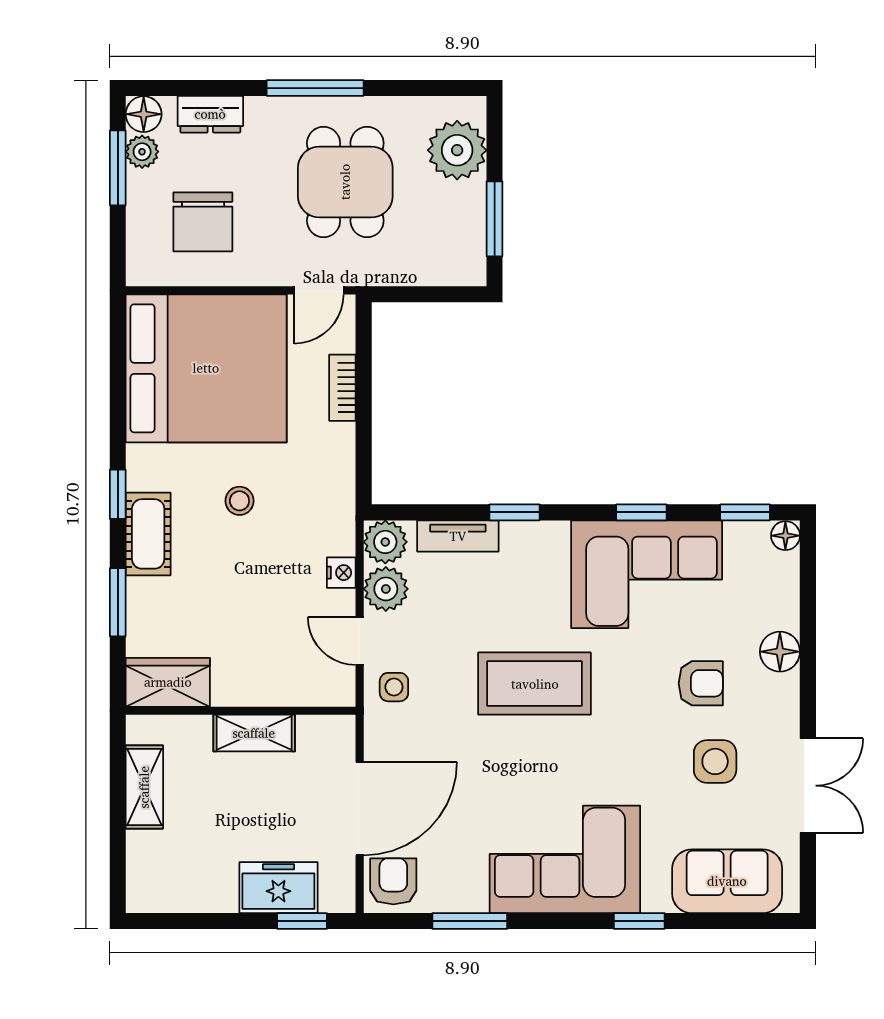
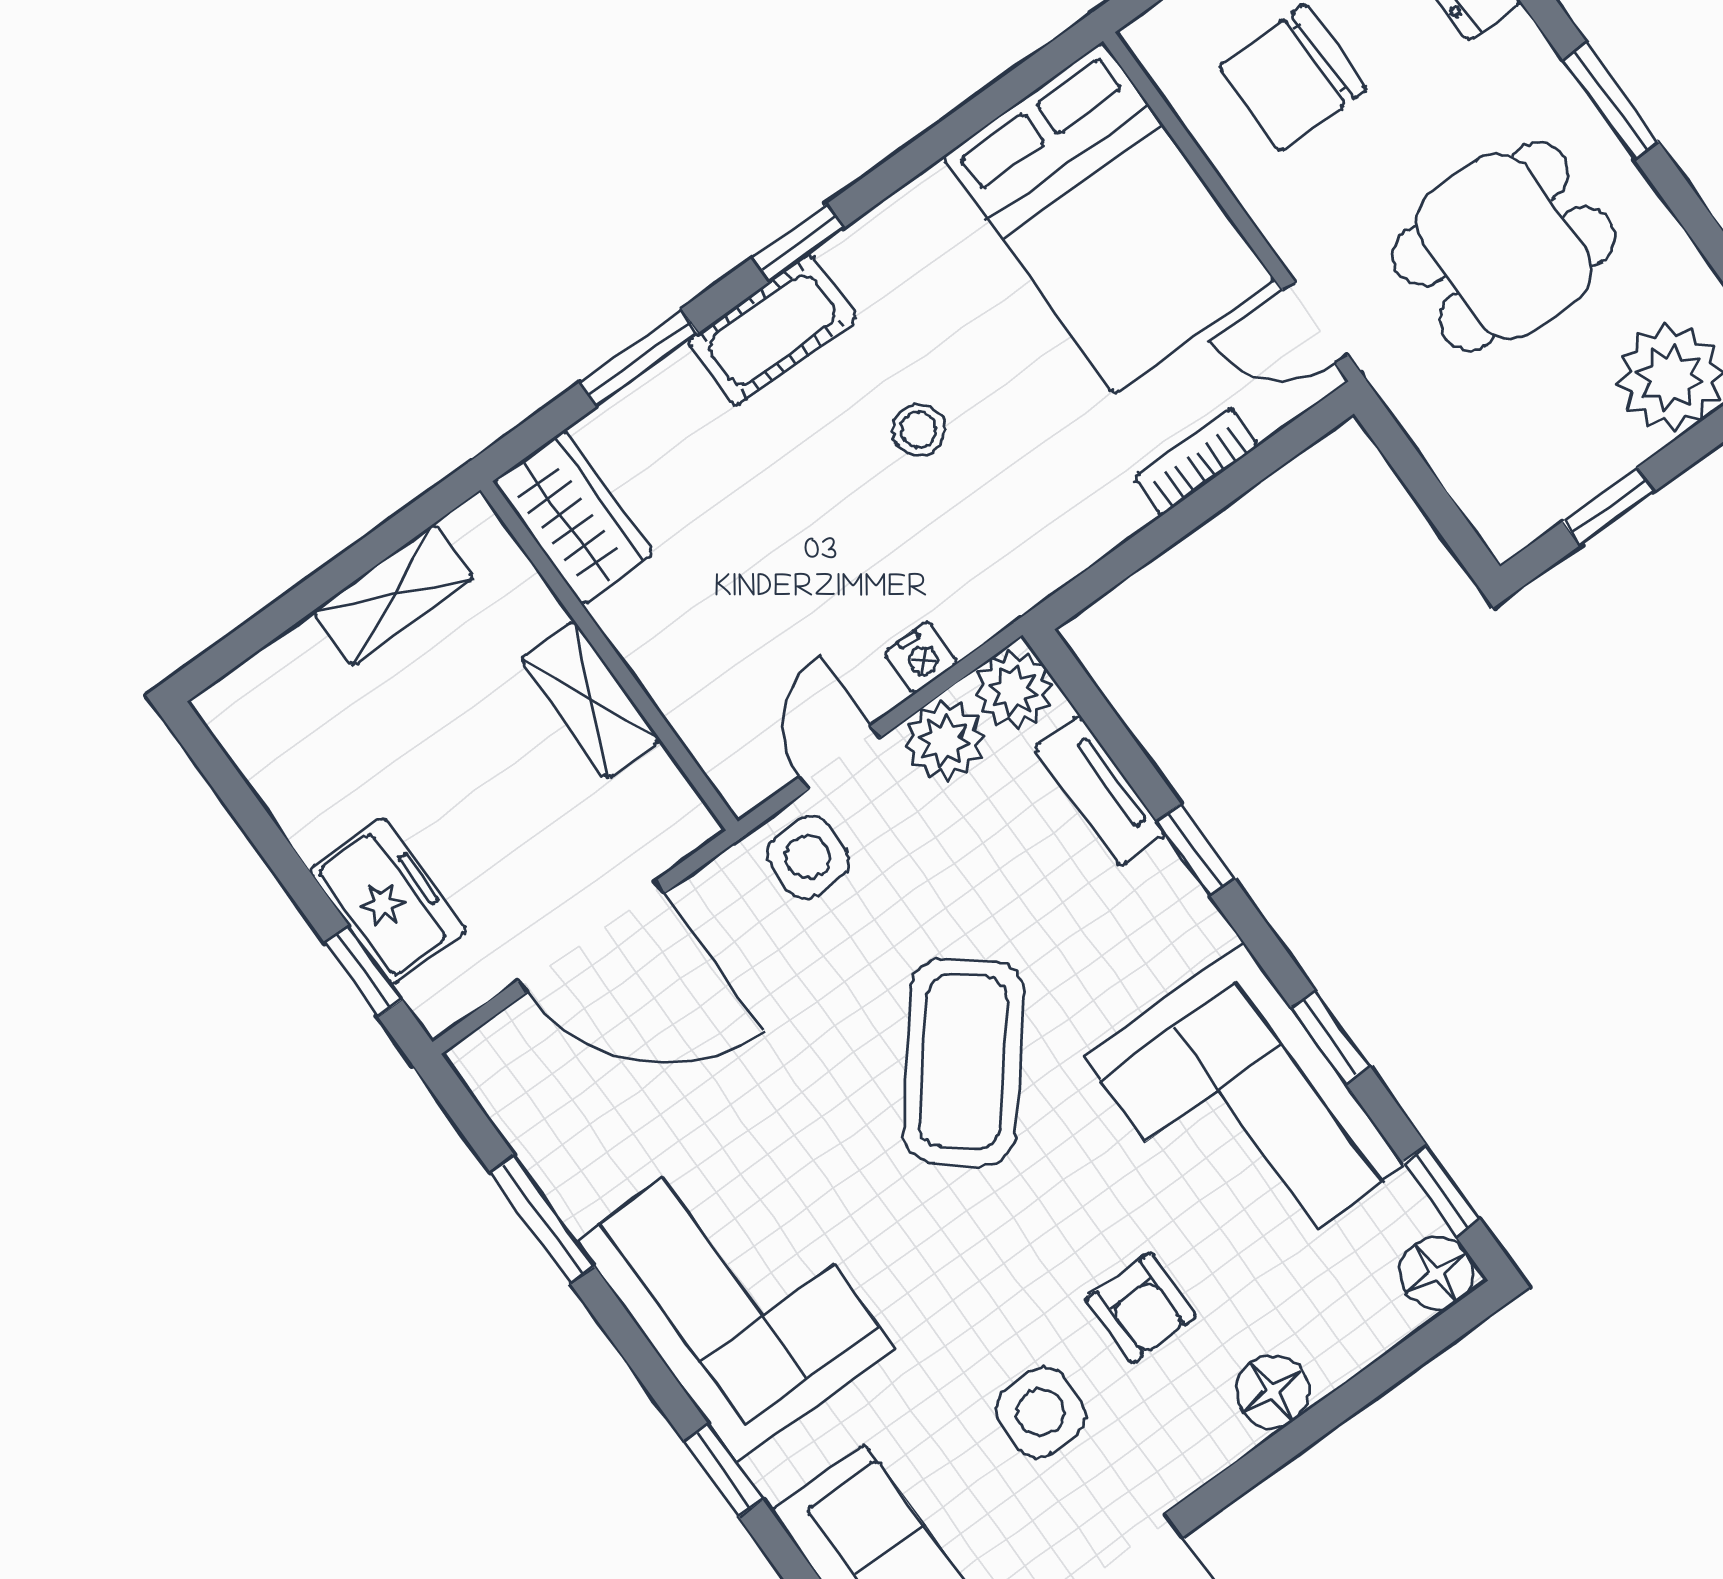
window: (315, 88) -> (1611, 101), width x0.69
window: (495, 219) -> (1609, 506), width x0.67
bed: (206, 368) -> (1109, 218), width x0.73
floor lamp: (785, 536) -> (1437, 1273), width x1.37, depth x1.37
coffee table: (535, 684) -> (963, 1062), turned 39
side table: (394, 687) -> (808, 857), width x1.37, depth x1.37
armchair: (393, 881) -> (519, 1064), removed

